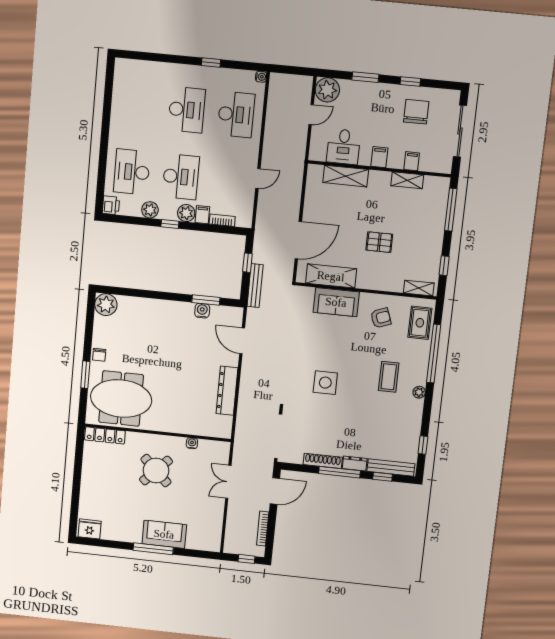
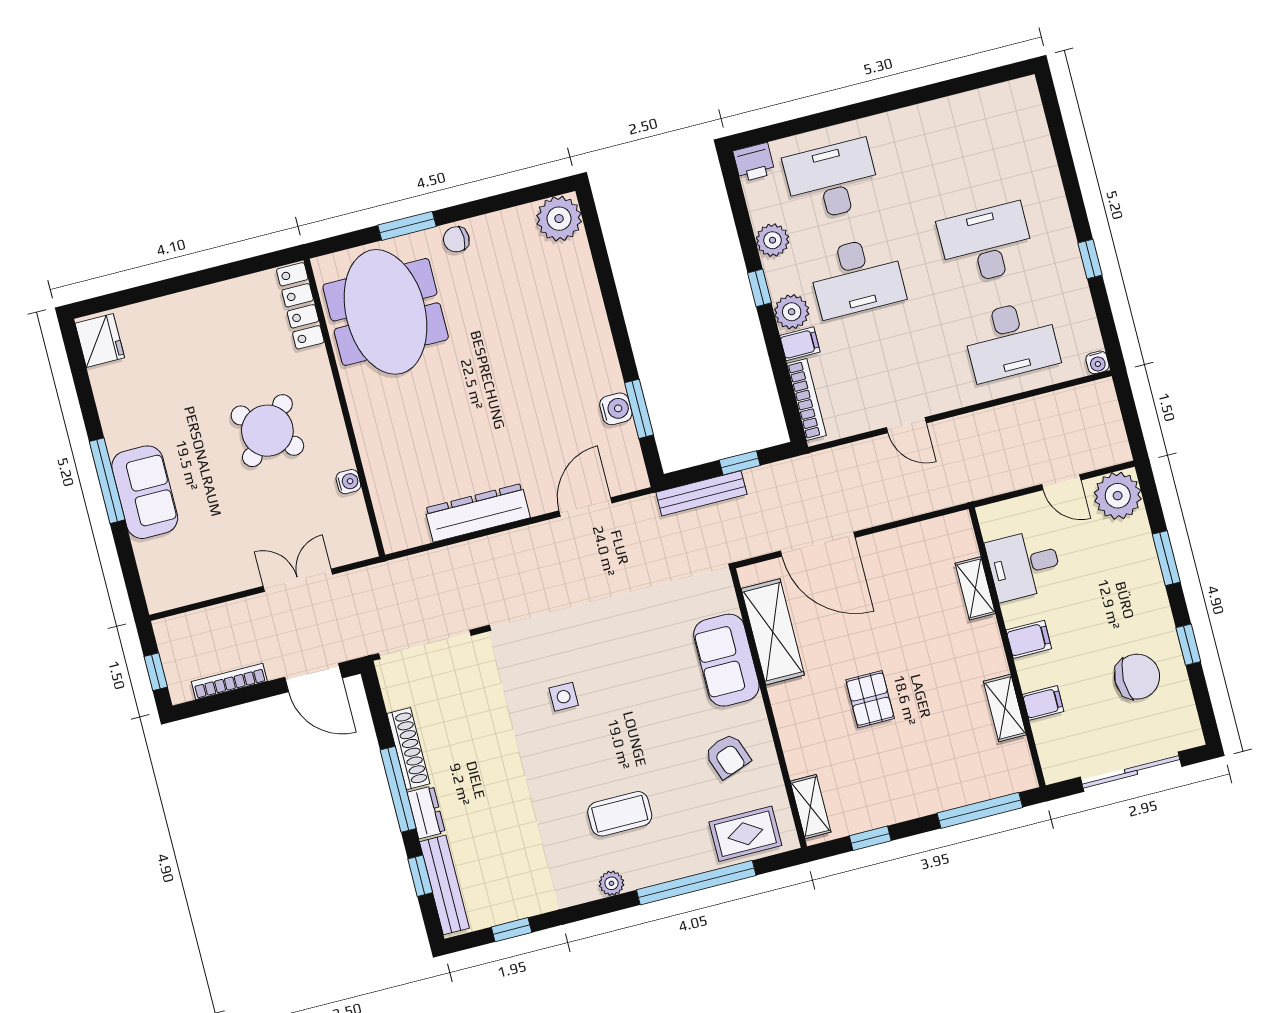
desk: (187, 110) -> (986, 244), turned 180
shelving: (346, 176) -> (975, 588), width x0.67, depth x0.75
bookcase: (222, 220) -> (807, 399), width x1.56
side table: (325, 383) -> (564, 697), width x0.54, depth x0.54

